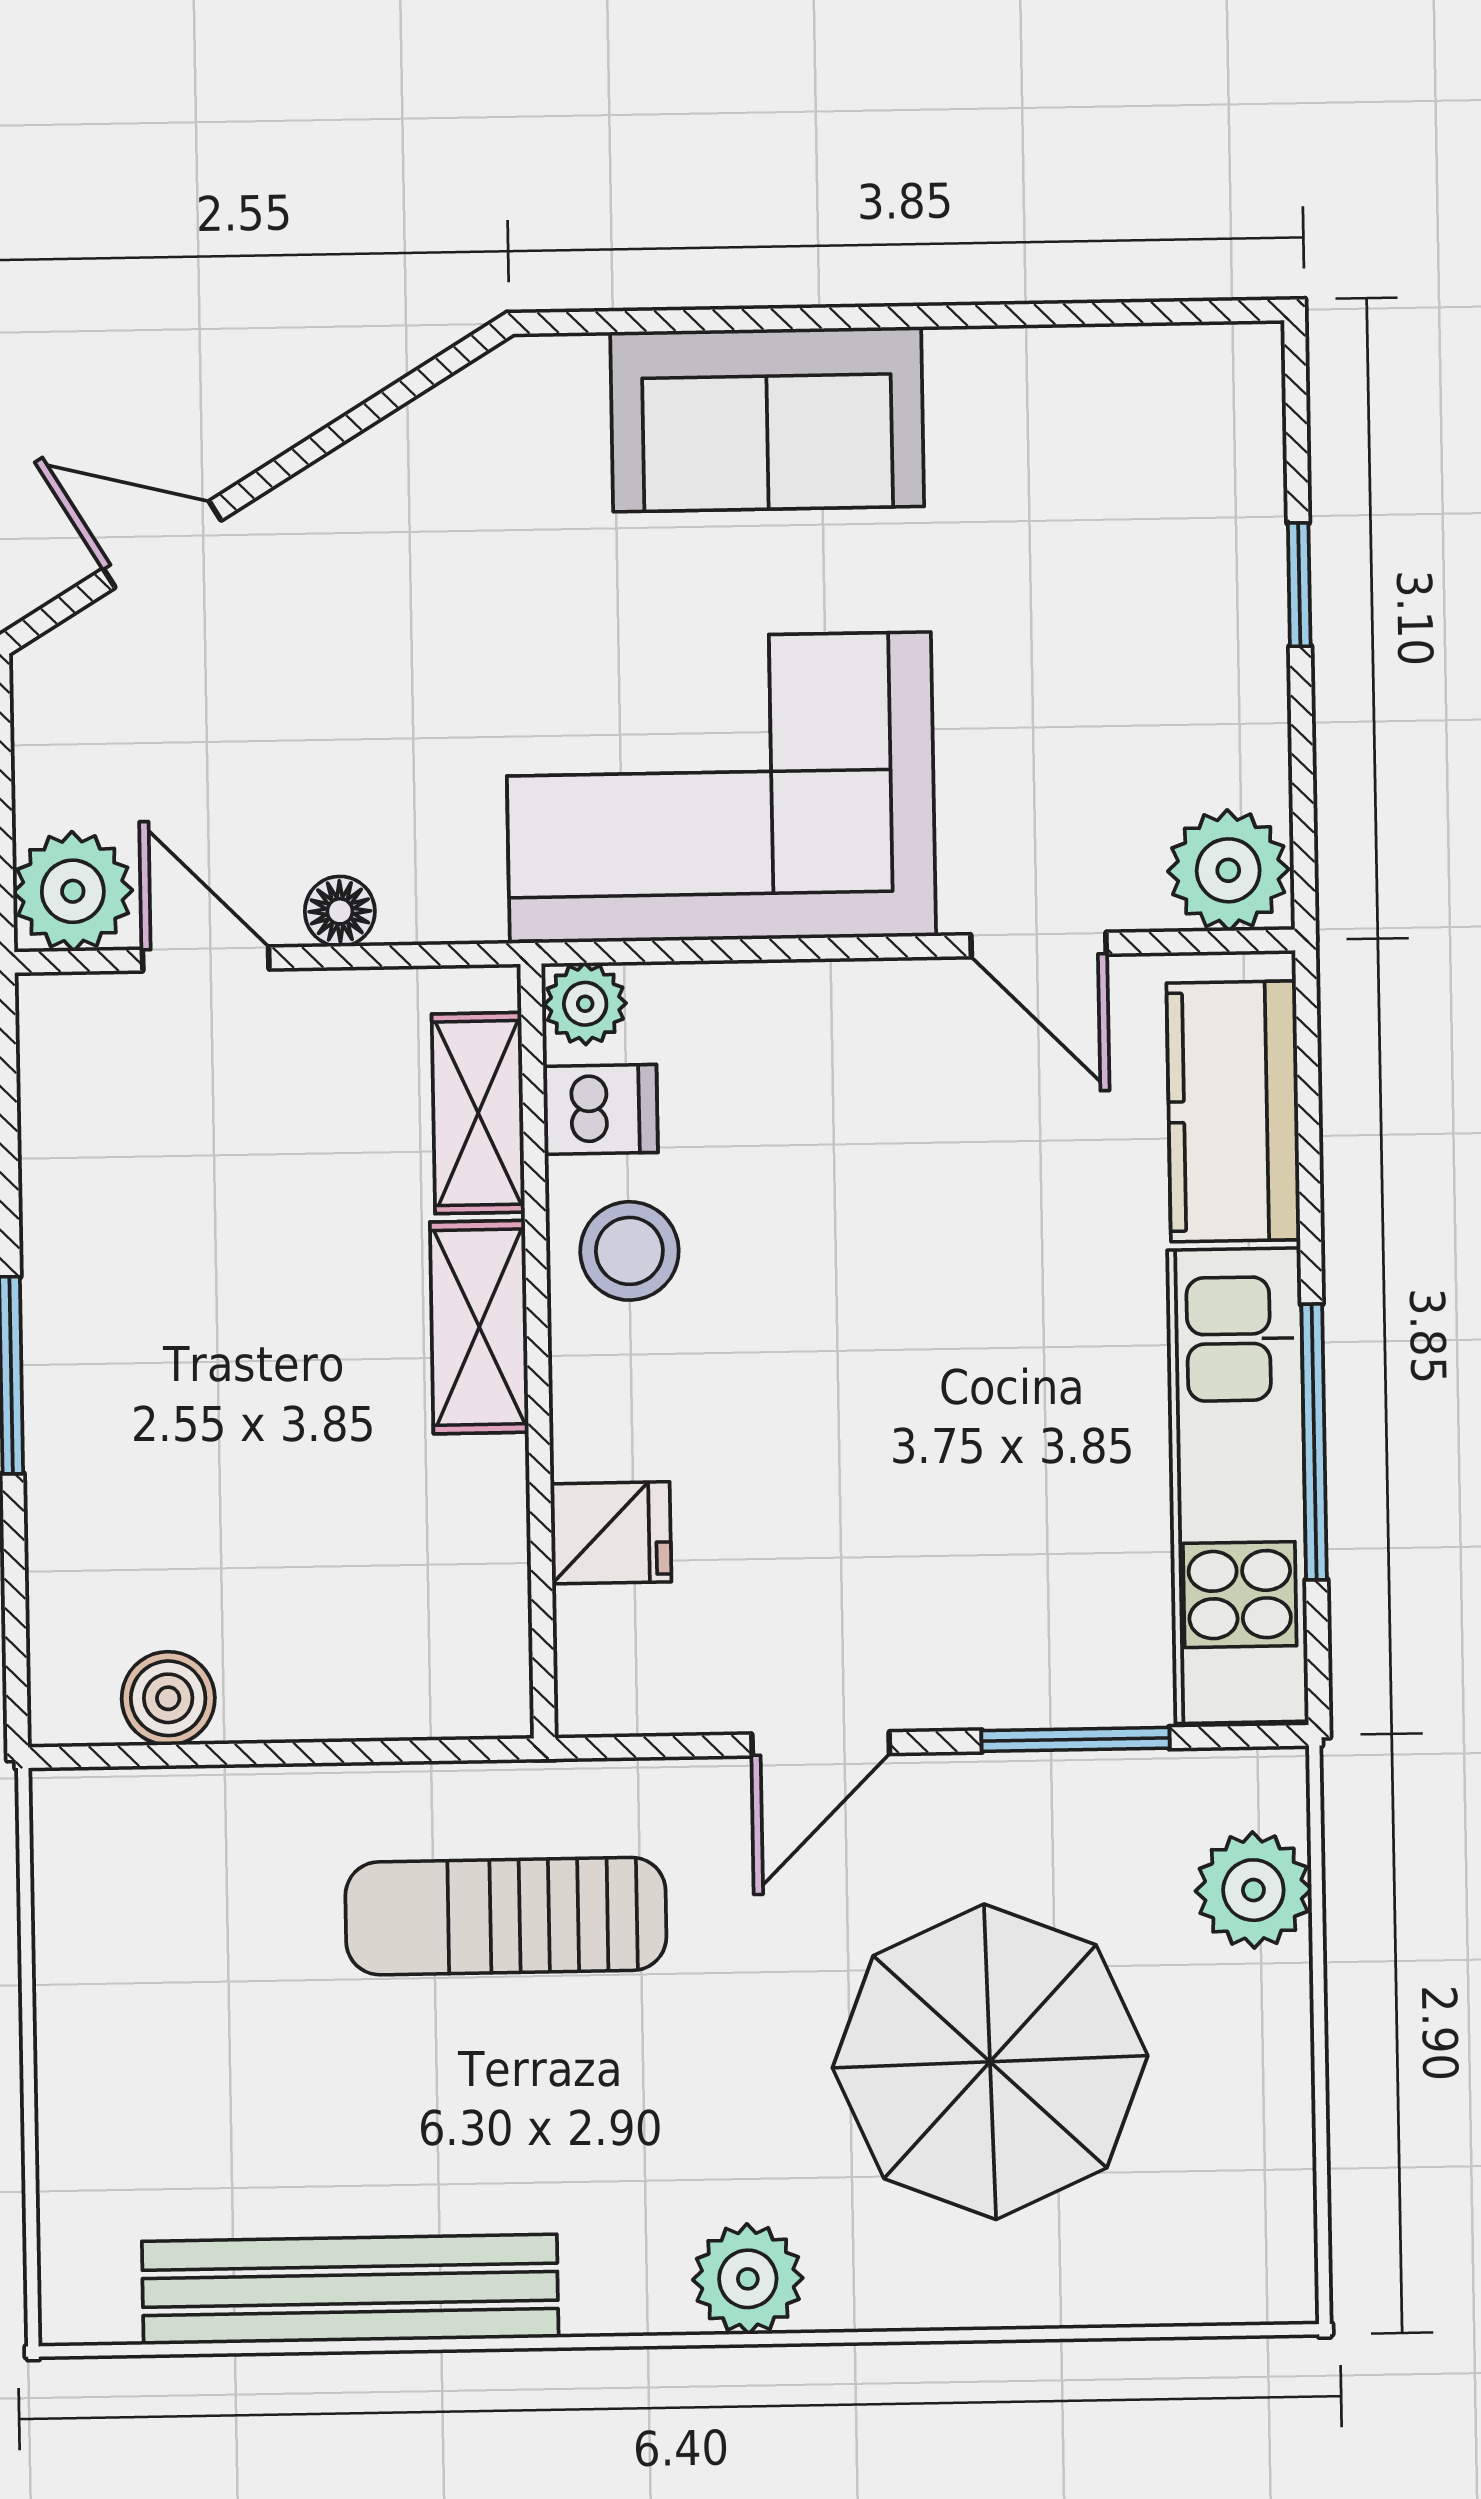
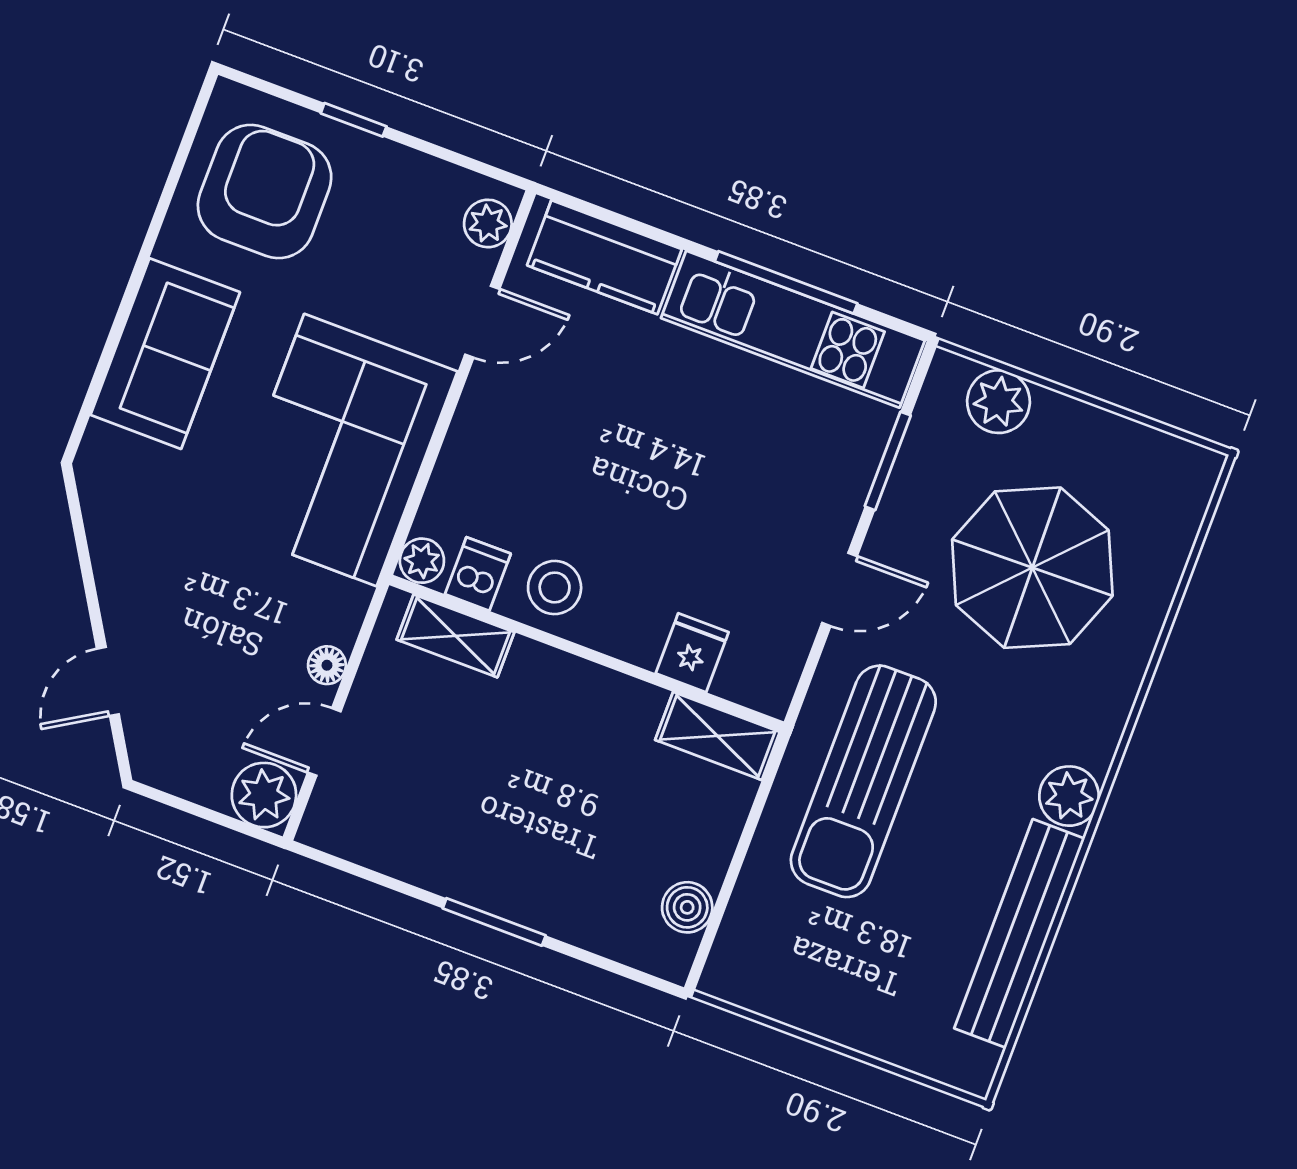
armchair: (1115, 480) -> (265, 192), added
plant: (1228, 870) -> (488, 223), width x0.73, depth x0.73
shelving: (479, 1327) -> (718, 736), moved
door: (821, 1744) -> (839, 589), hinge flipped
sun lounger: (506, 1916) -> (863, 781), width x1.36, depth x1.34
plant: (748, 2279) -> (1069, 796), moved

